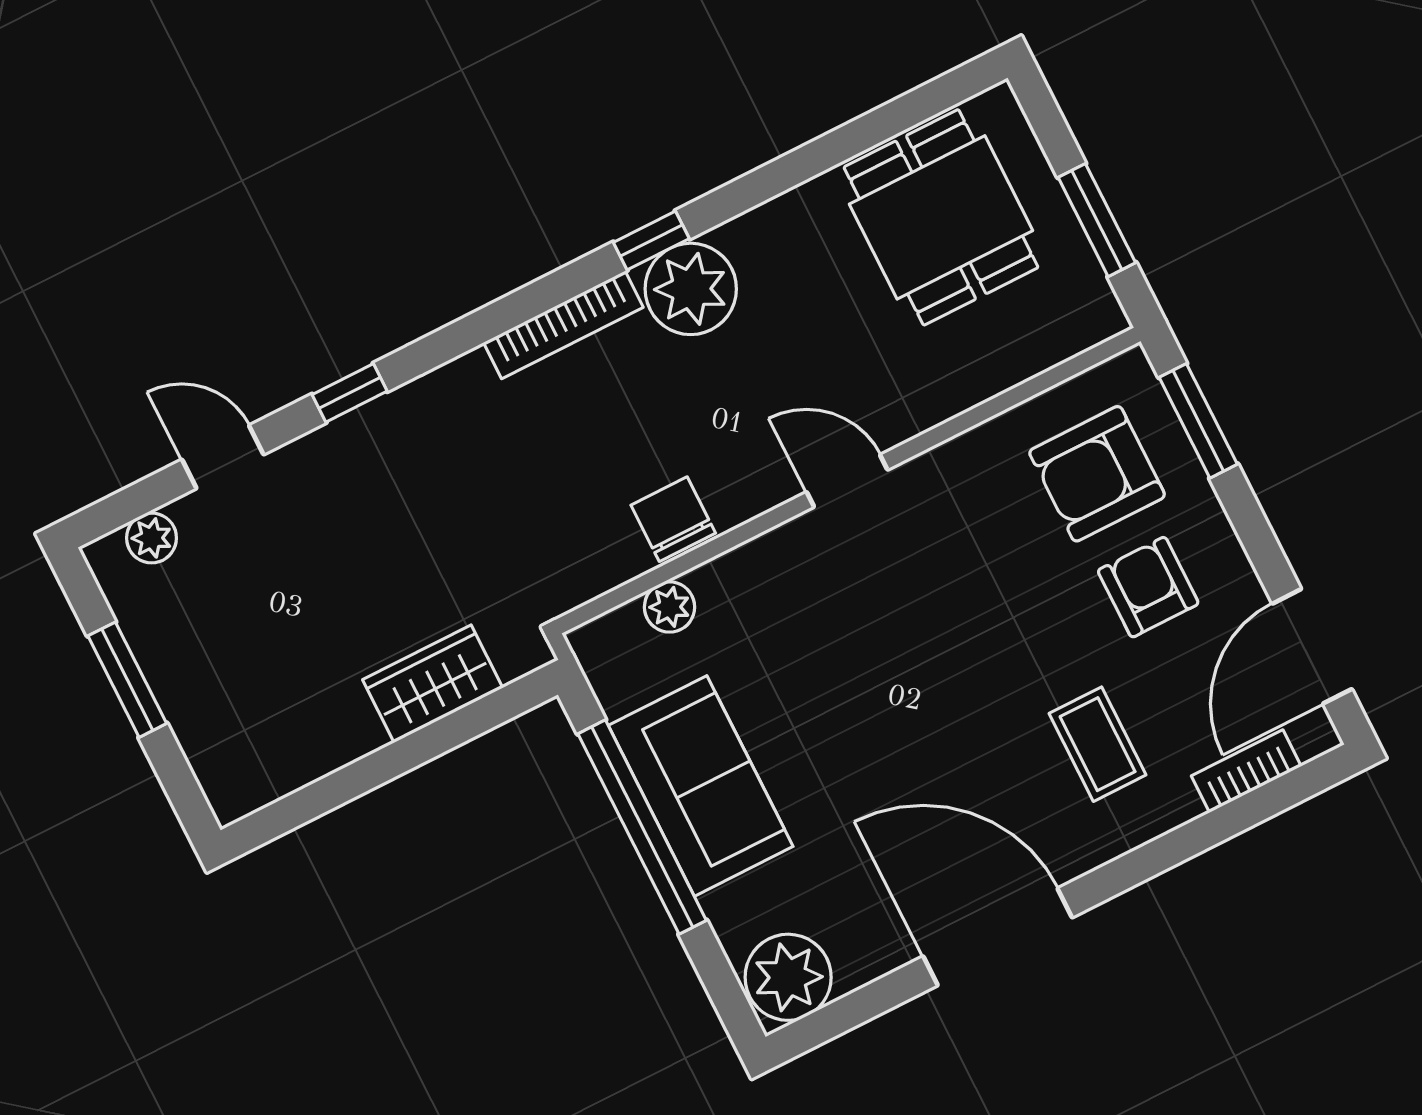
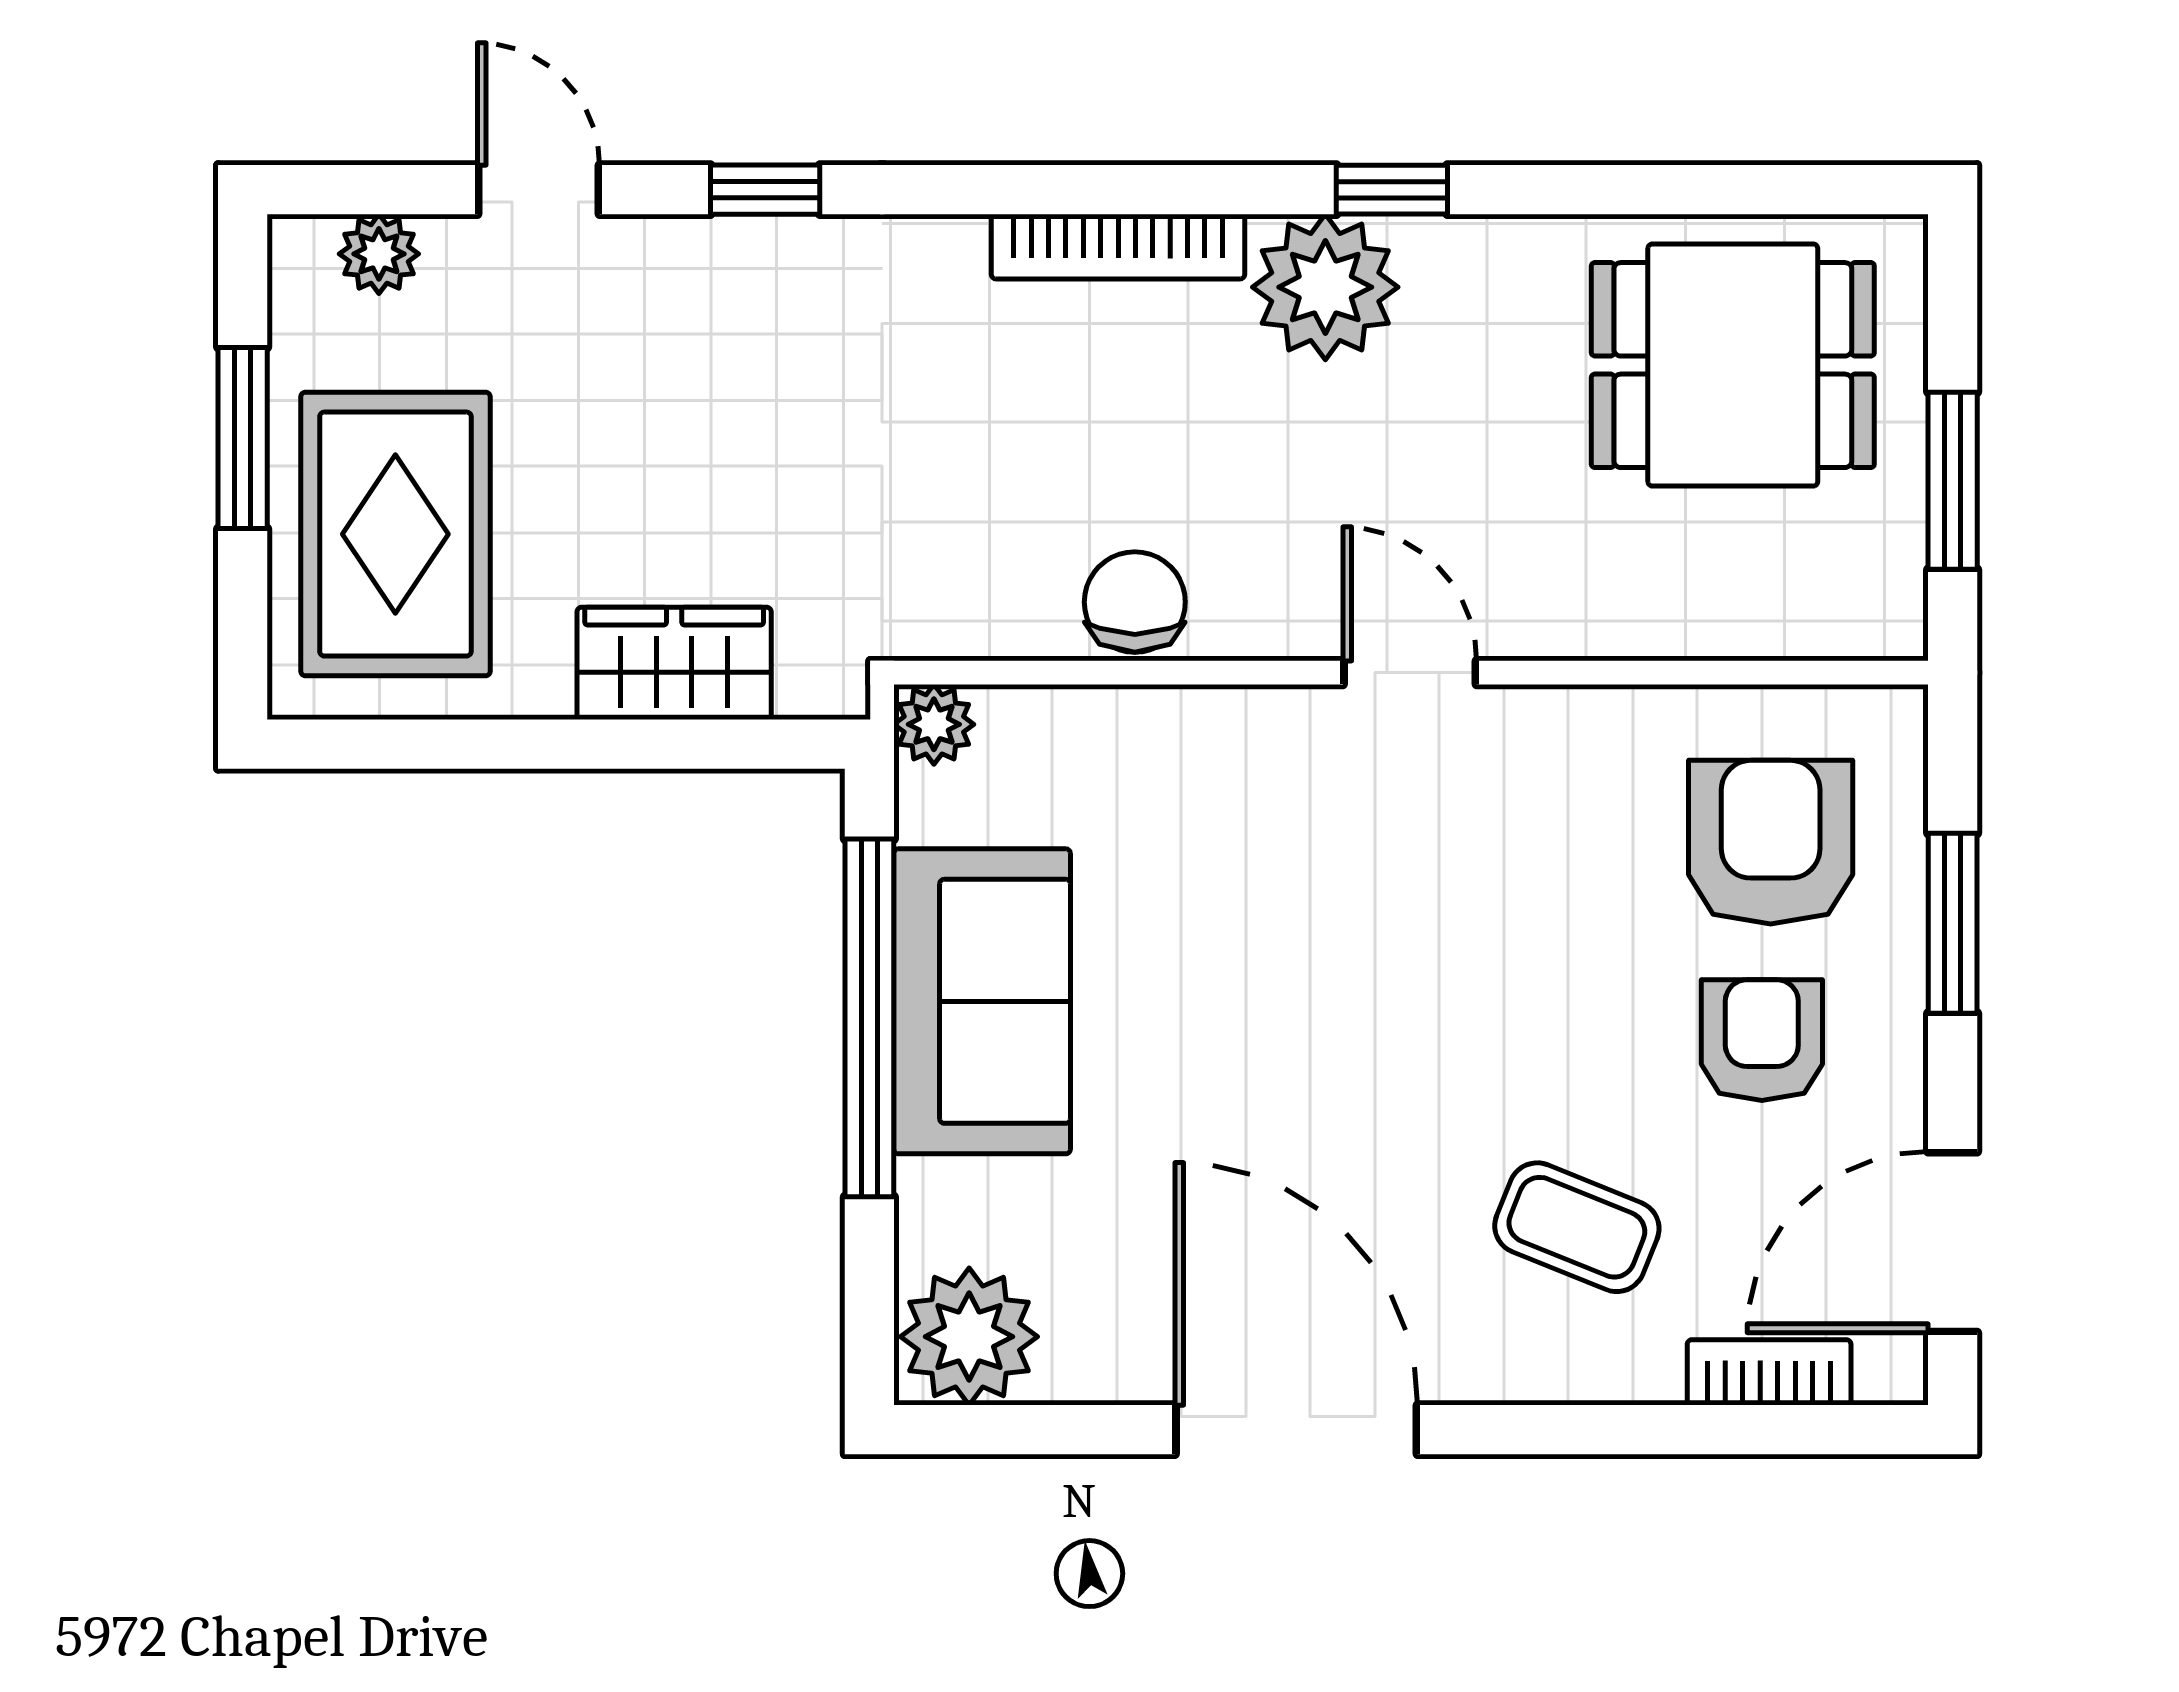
dining table: (941, 217) -> (1733, 365), turned 90
window: (651, 240) -> (1392, 190), moved
window: (1198, 421) -> (1953, 923), moved
armchair: (1097, 474) -> (1771, 842), turned 90
plant: (670, 607) -> (934, 724), moved
rug: (240, 690) -> (395, 534), added
coffee table: (1098, 744) -> (1577, 1227), turned -68

